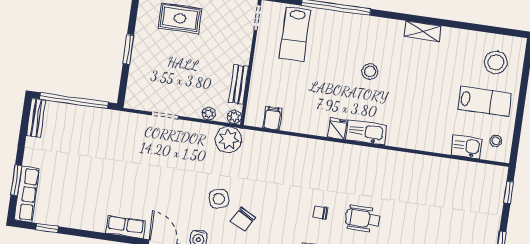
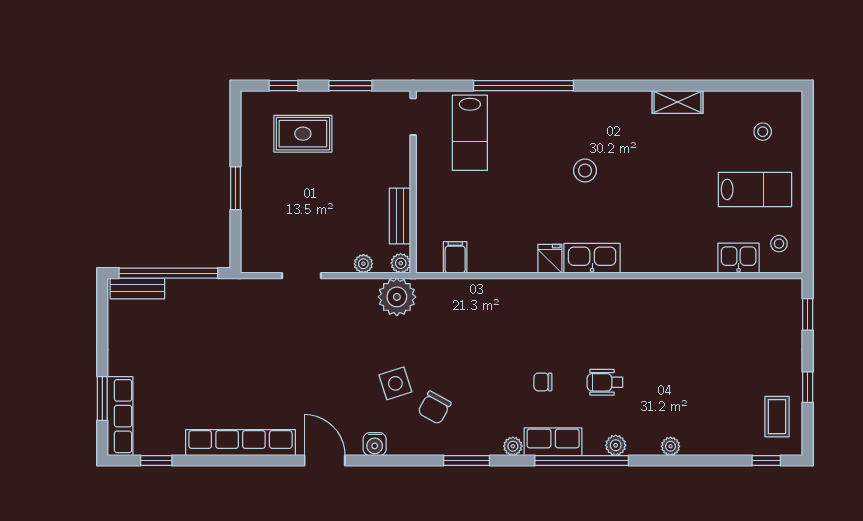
shelving: (423, 31) -> (678, 102), moved
stool: (496, 62) -> (763, 132), width x0.53, depth x0.53
bench: (36, 118) -> (137, 288), moved, turned 90
wheelchair: (363, 219) -> (605, 382), width x0.73, depth x0.73
row of seats: (126, 227) -> (240, 443), width x2.02

